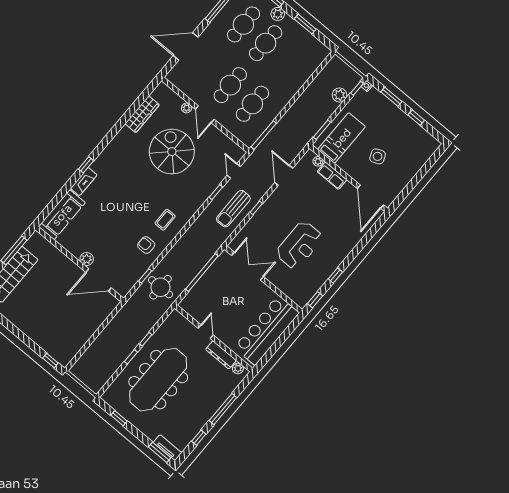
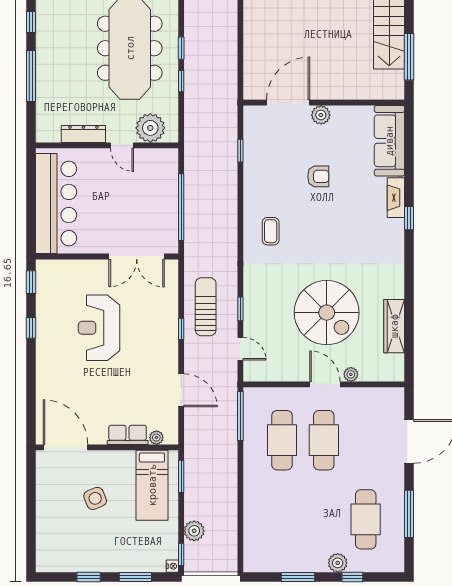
cafe table: (266, 43) -> (324, 519), removed
armchair: (146, 245) -> (318, 176), moved
round table: (161, 287) -> (213, 152), removed
plant: (238, 368) -> (150, 128), moved, width x1.87, depth x1.87

